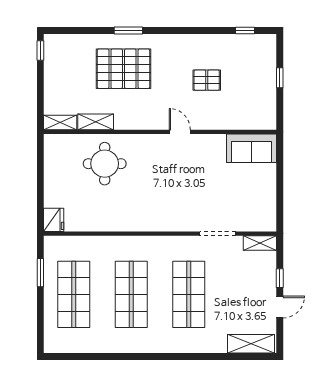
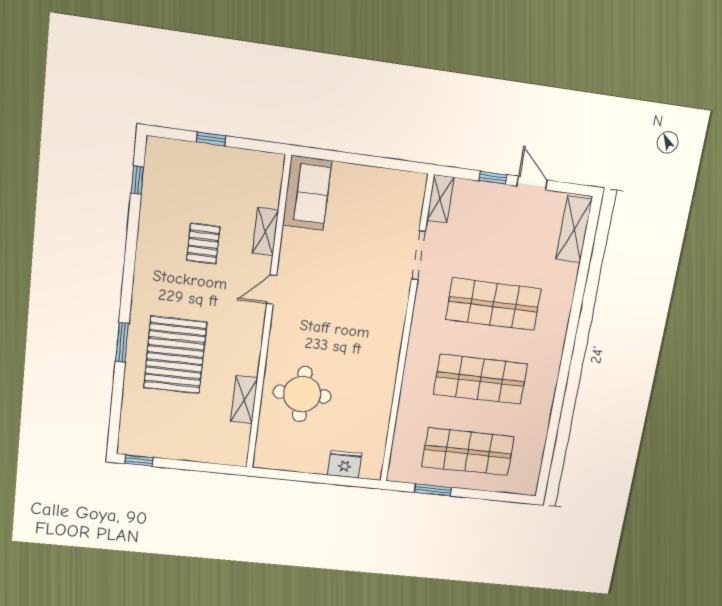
shelving: (60, 122) -> (265, 232), moved
fridge: (54, 220) -> (345, 464), moved

